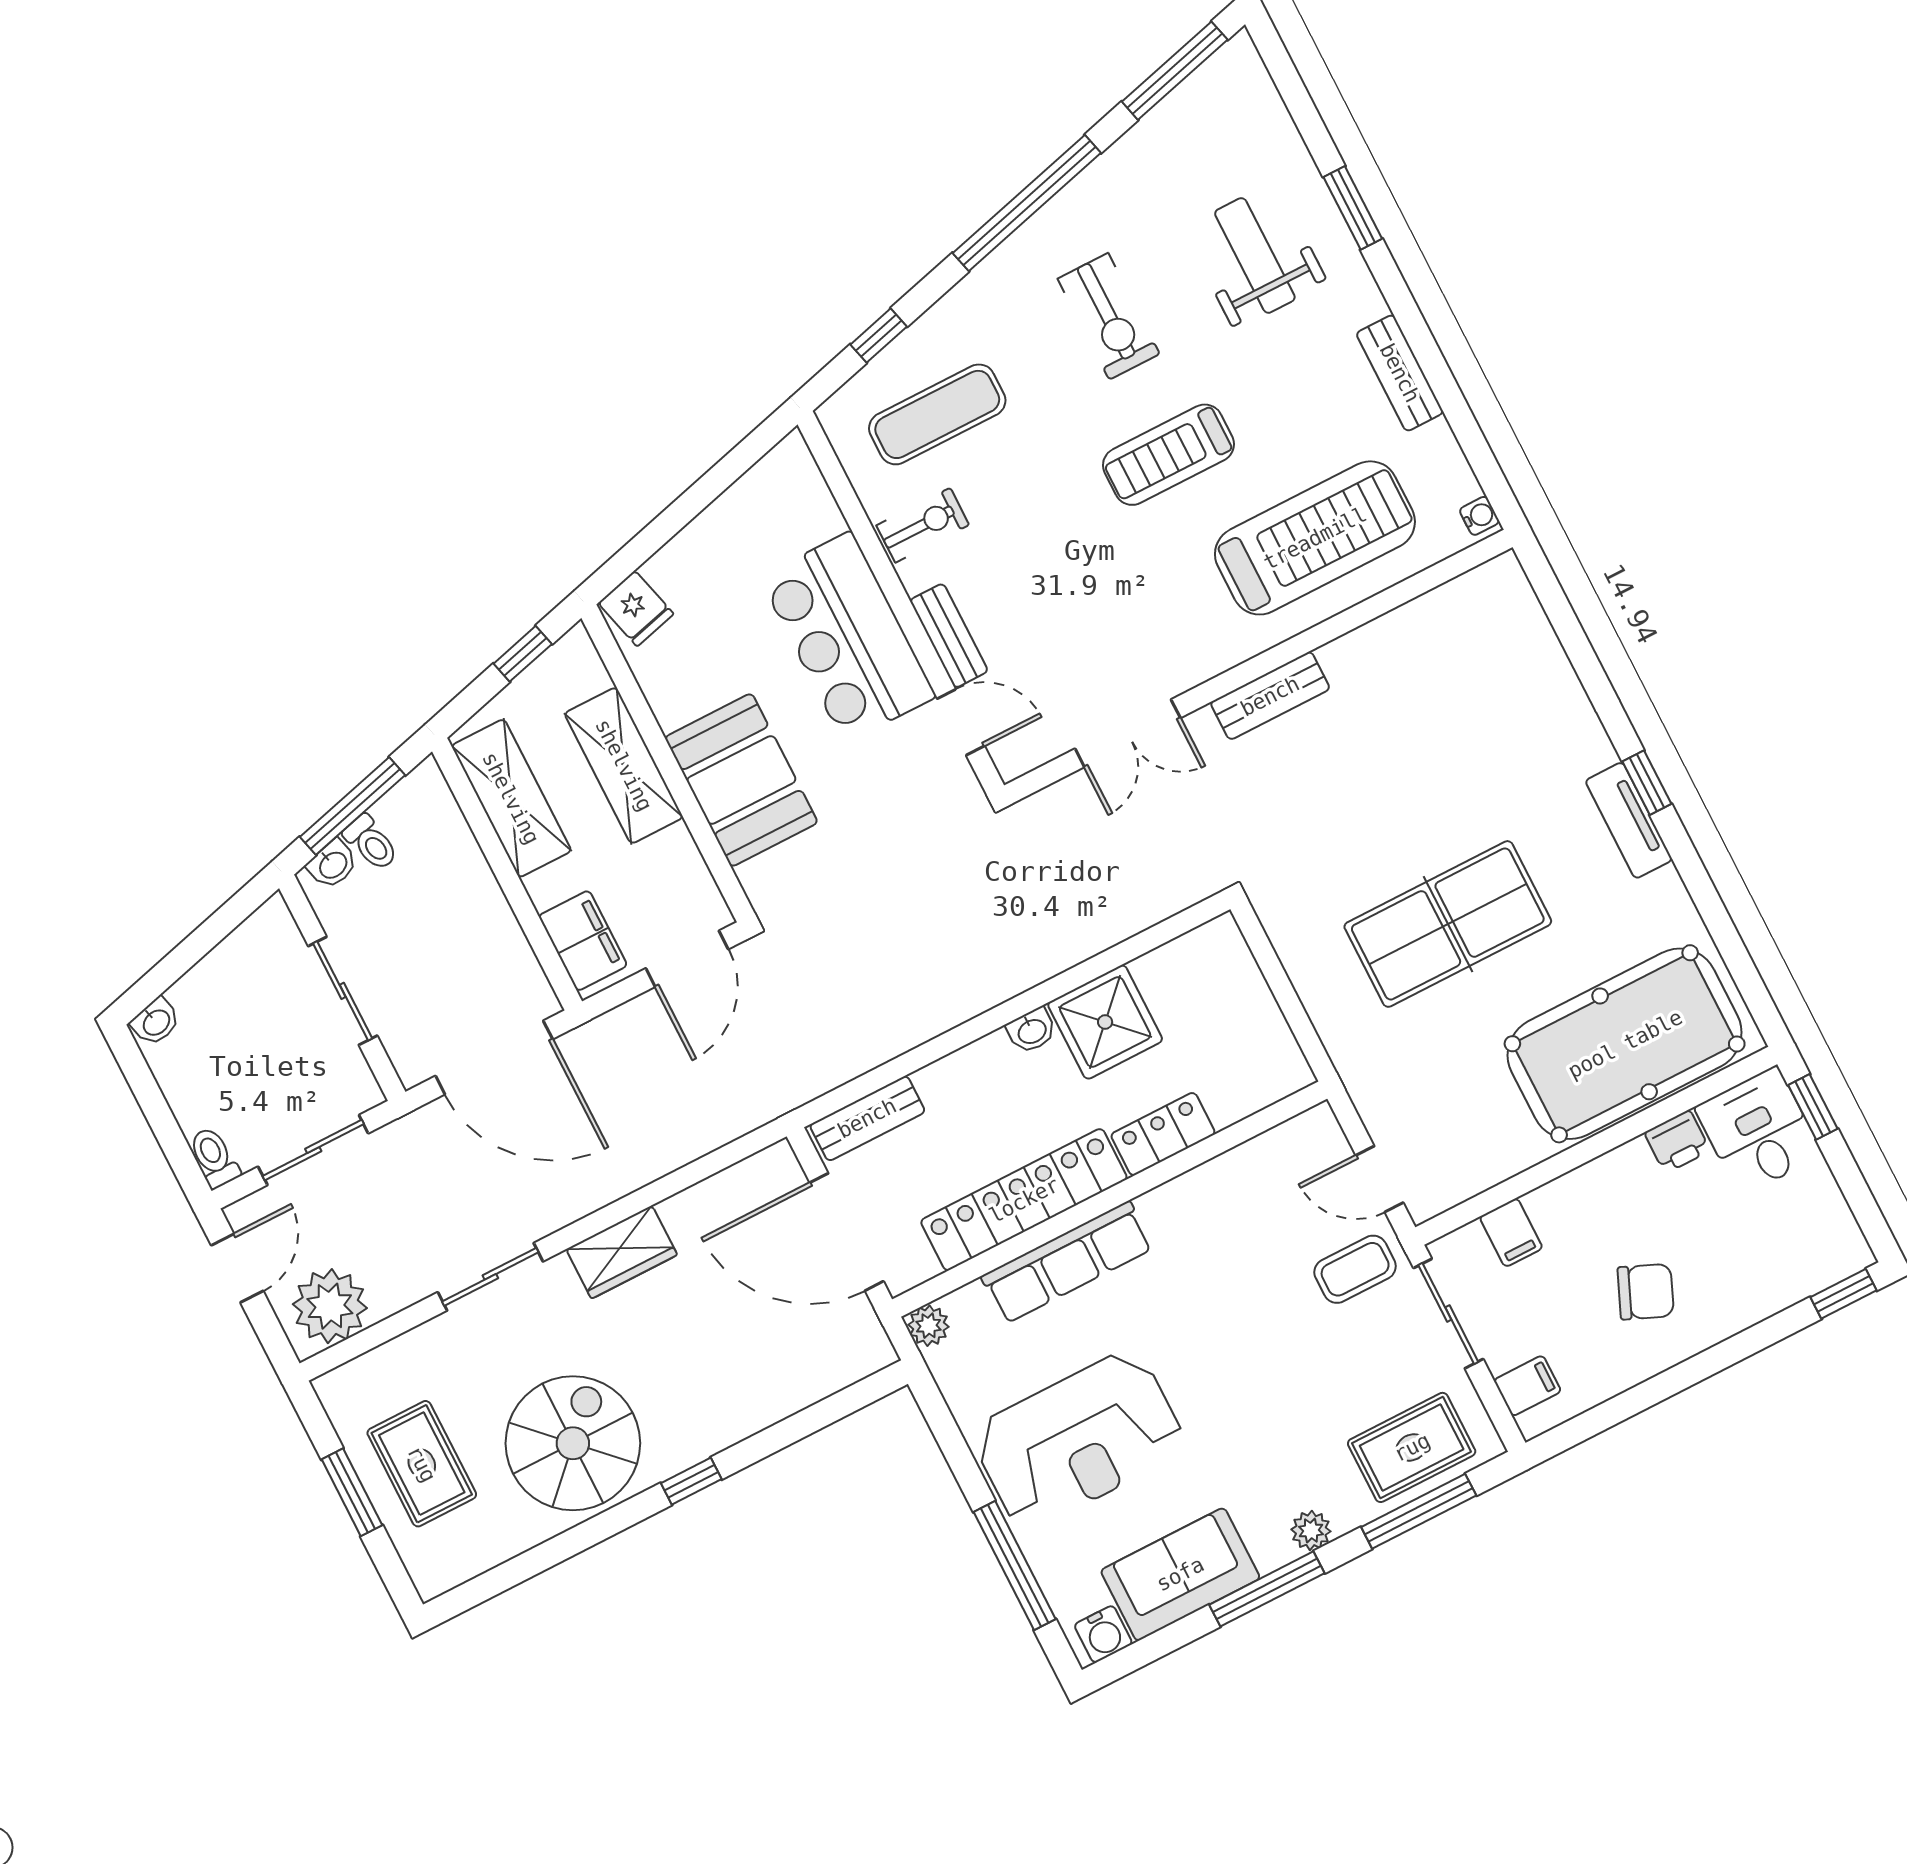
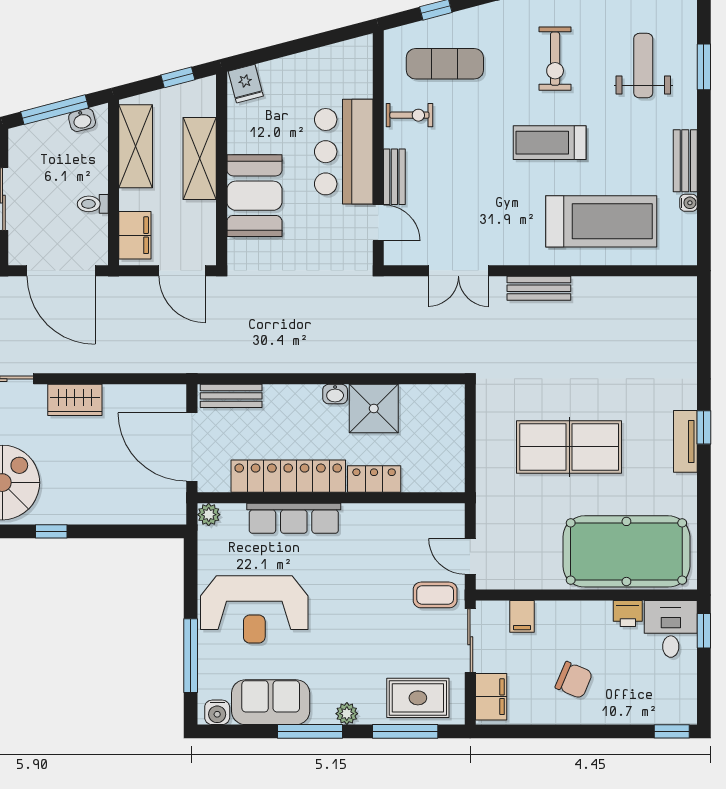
water cooler: (1479, 516) -> (689, 203), moved
toilet: (371, 843) -> (93, 204), moved, turned 105
washbasin: (333, 864) -> (82, 120), moved
door: (687, 959) -> (182, 271), hinge flipped
filing cabinet: (1527, 1386) -> (491, 697), width x2.00

